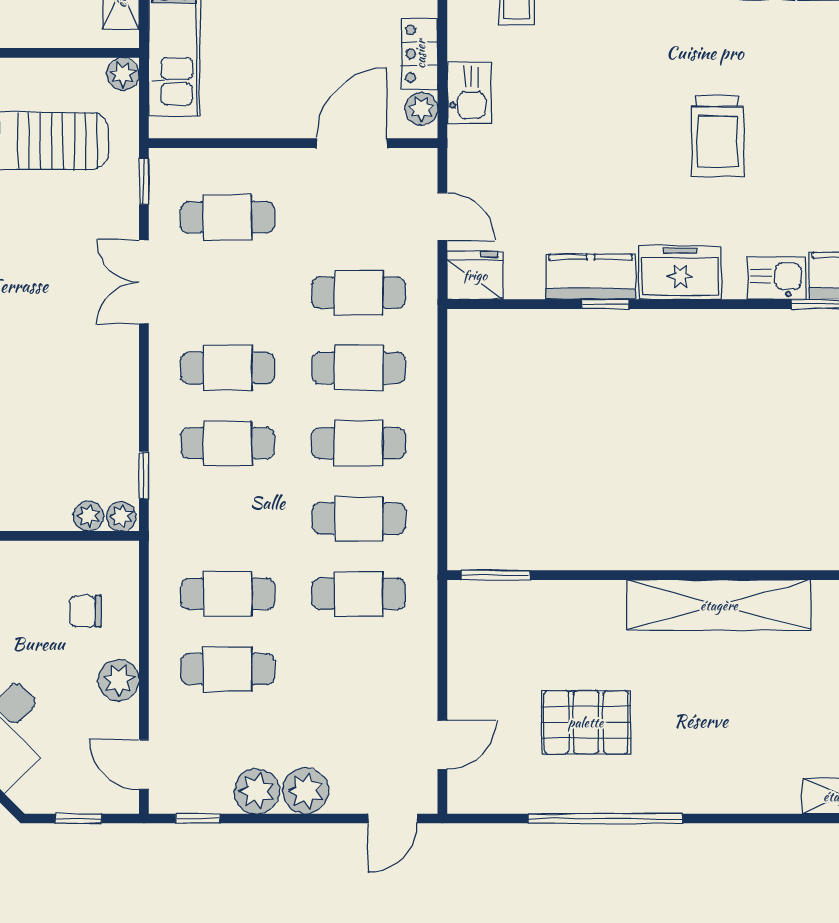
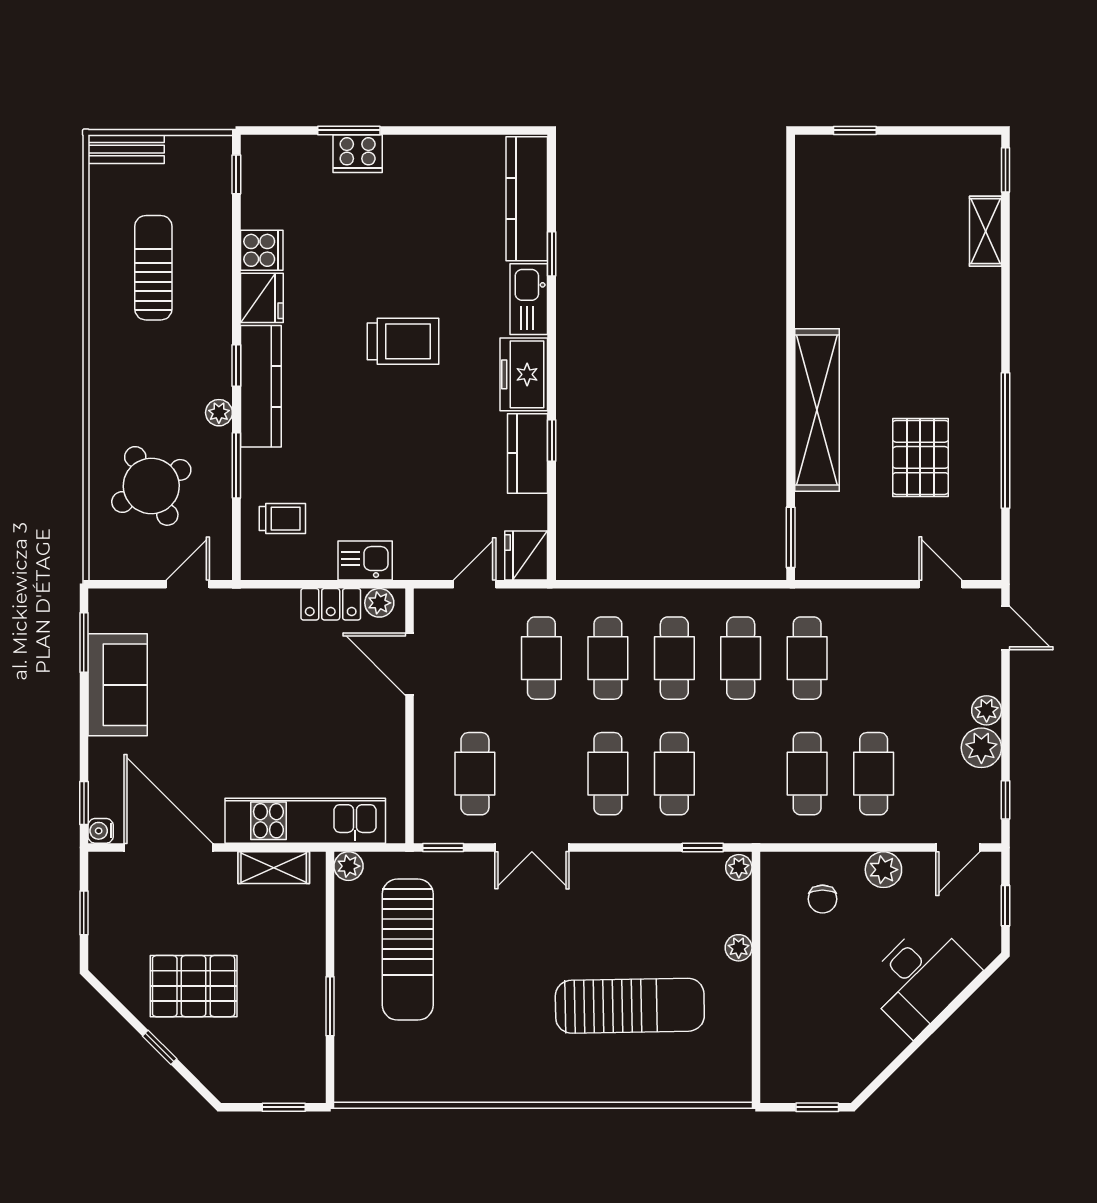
kitchen sink: (776, 278) -> (529, 299), width x1.38
plant: (88, 516) -> (739, 948), moved
shelving: (719, 605) -> (817, 410), moved
plant: (306, 791) -> (987, 710), width x0.73, depth x0.73

